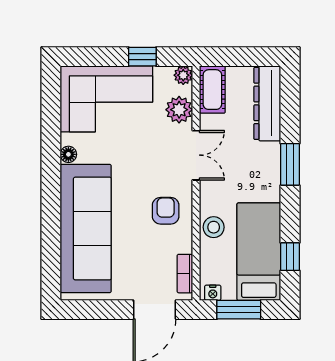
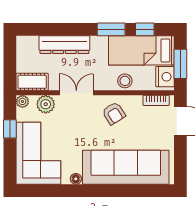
dresser: (267, 103) -> (64, 45), moved
window: (290, 164) -> (111, 29), moved
armchair: (166, 211) -> (114, 113), turned -122
nightstand: (213, 293) -> (165, 77), width x1.89, depth x1.79

